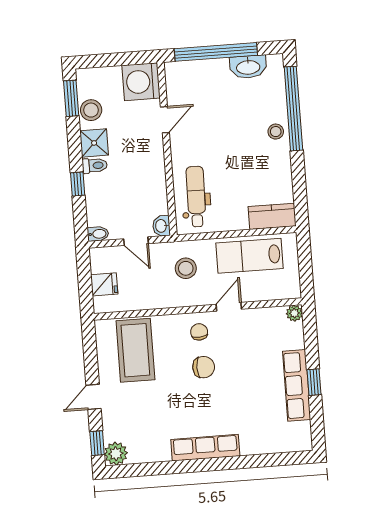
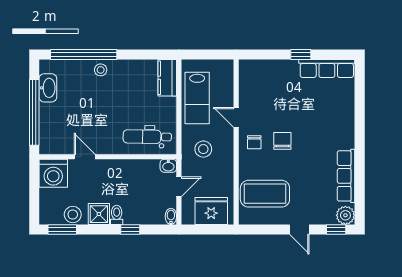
fridge: (104, 284) -> (211, 211), width x1.88, depth x1.34
plant: (294, 313) -> (245, 66), removed
chair: (199, 332) -> (254, 142), turned -86
row of seats: (297, 385) -> (327, 68), moved
row of seats: (205, 448) -> (346, 176), moved

